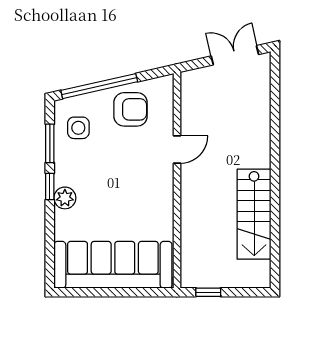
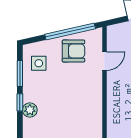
window: (99, 86) -> (70, 31), moved
door: (177, 150) -> (104, 61), moved

